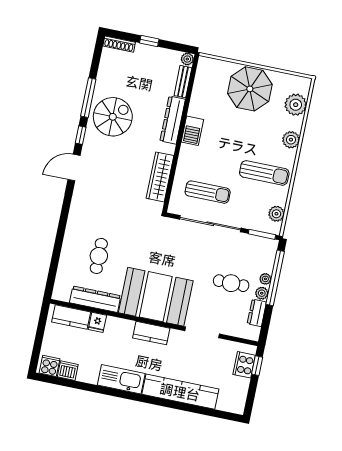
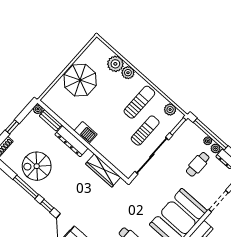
plant: (296, 105) -> (115, 64), moved
spiral stairs: (113, 117) -> (37, 166), moved, turned -90
sun lounger: (208, 192) -> (145, 131), moved

